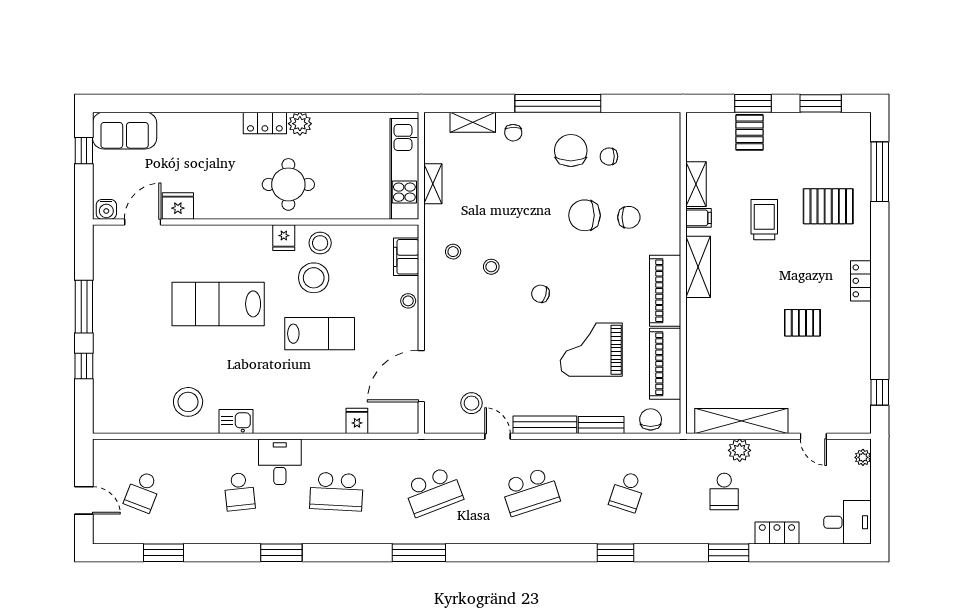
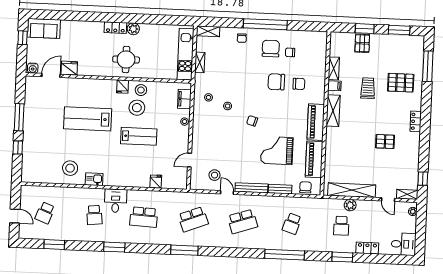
shelving: (473, 122) -> (208, 31), moved
door: (421, 376) -> (190, 160), width x0.53
shelving: (851, 424) -> (407, 194), added
window: (615, 553) -> (285, 255), width x2.11

